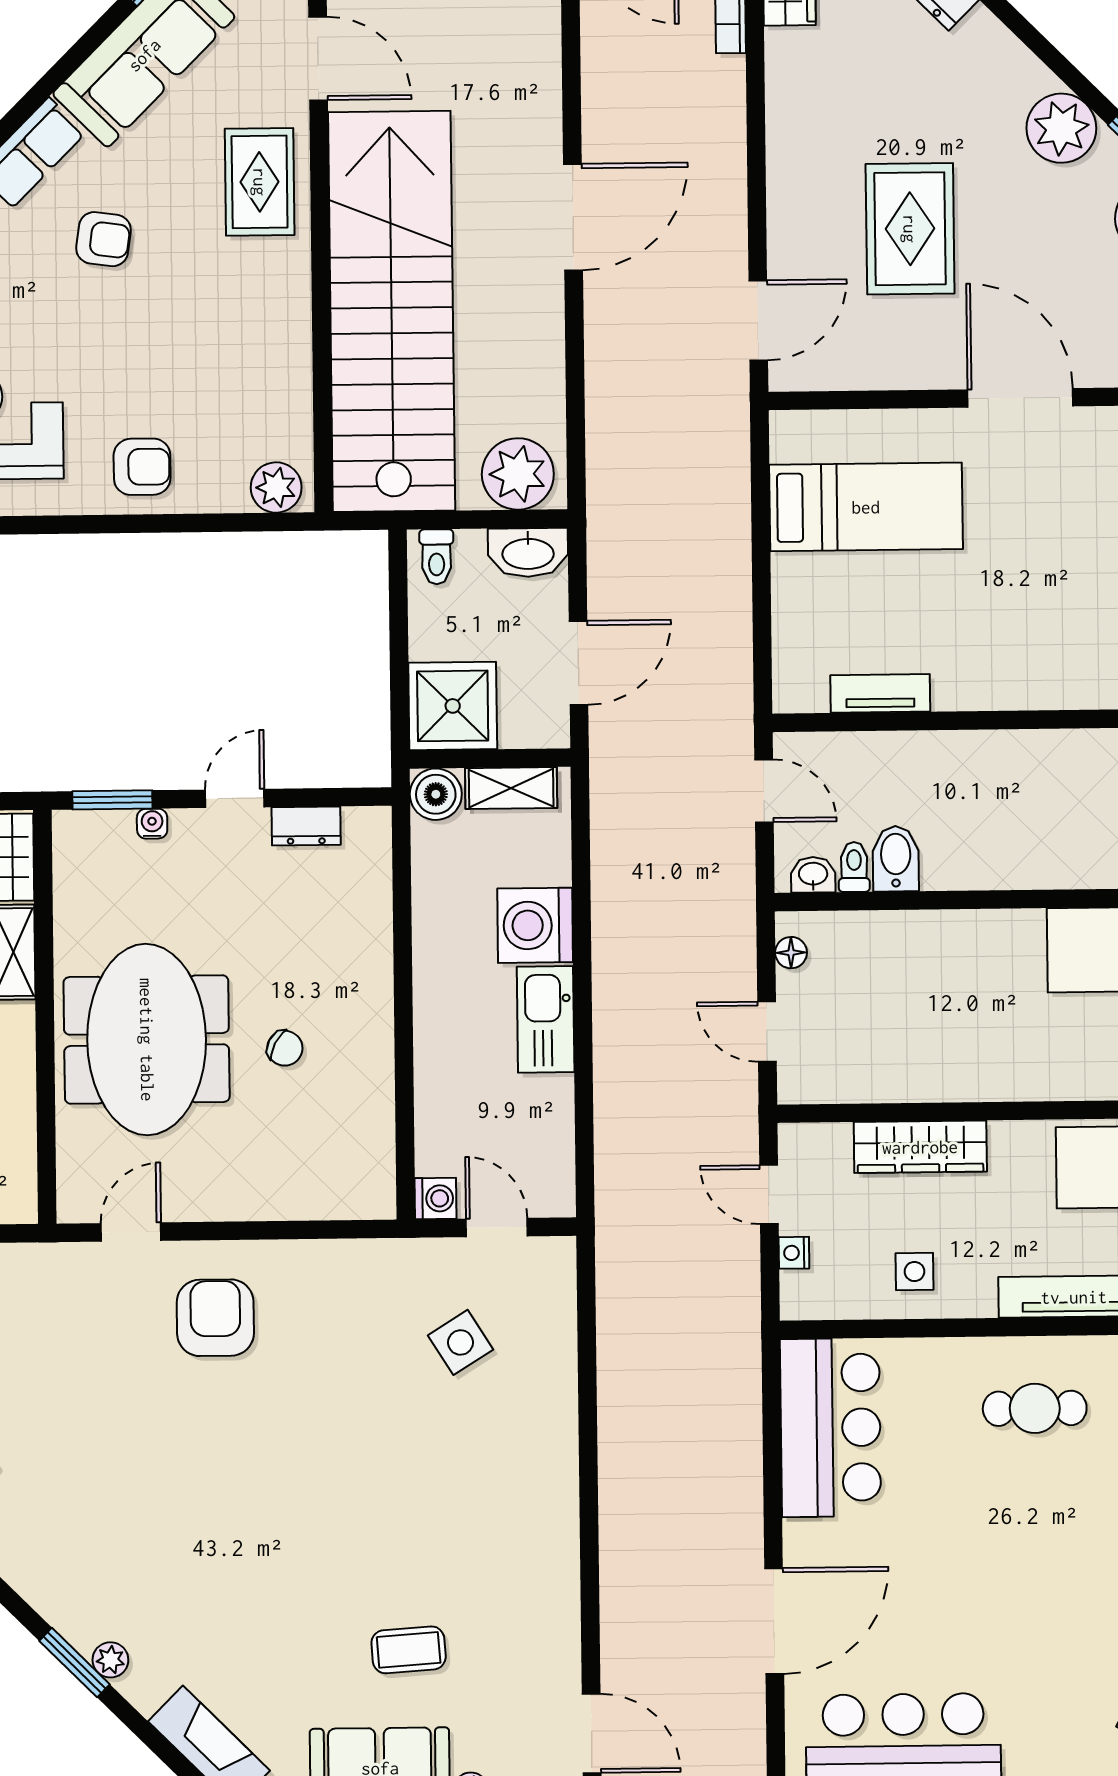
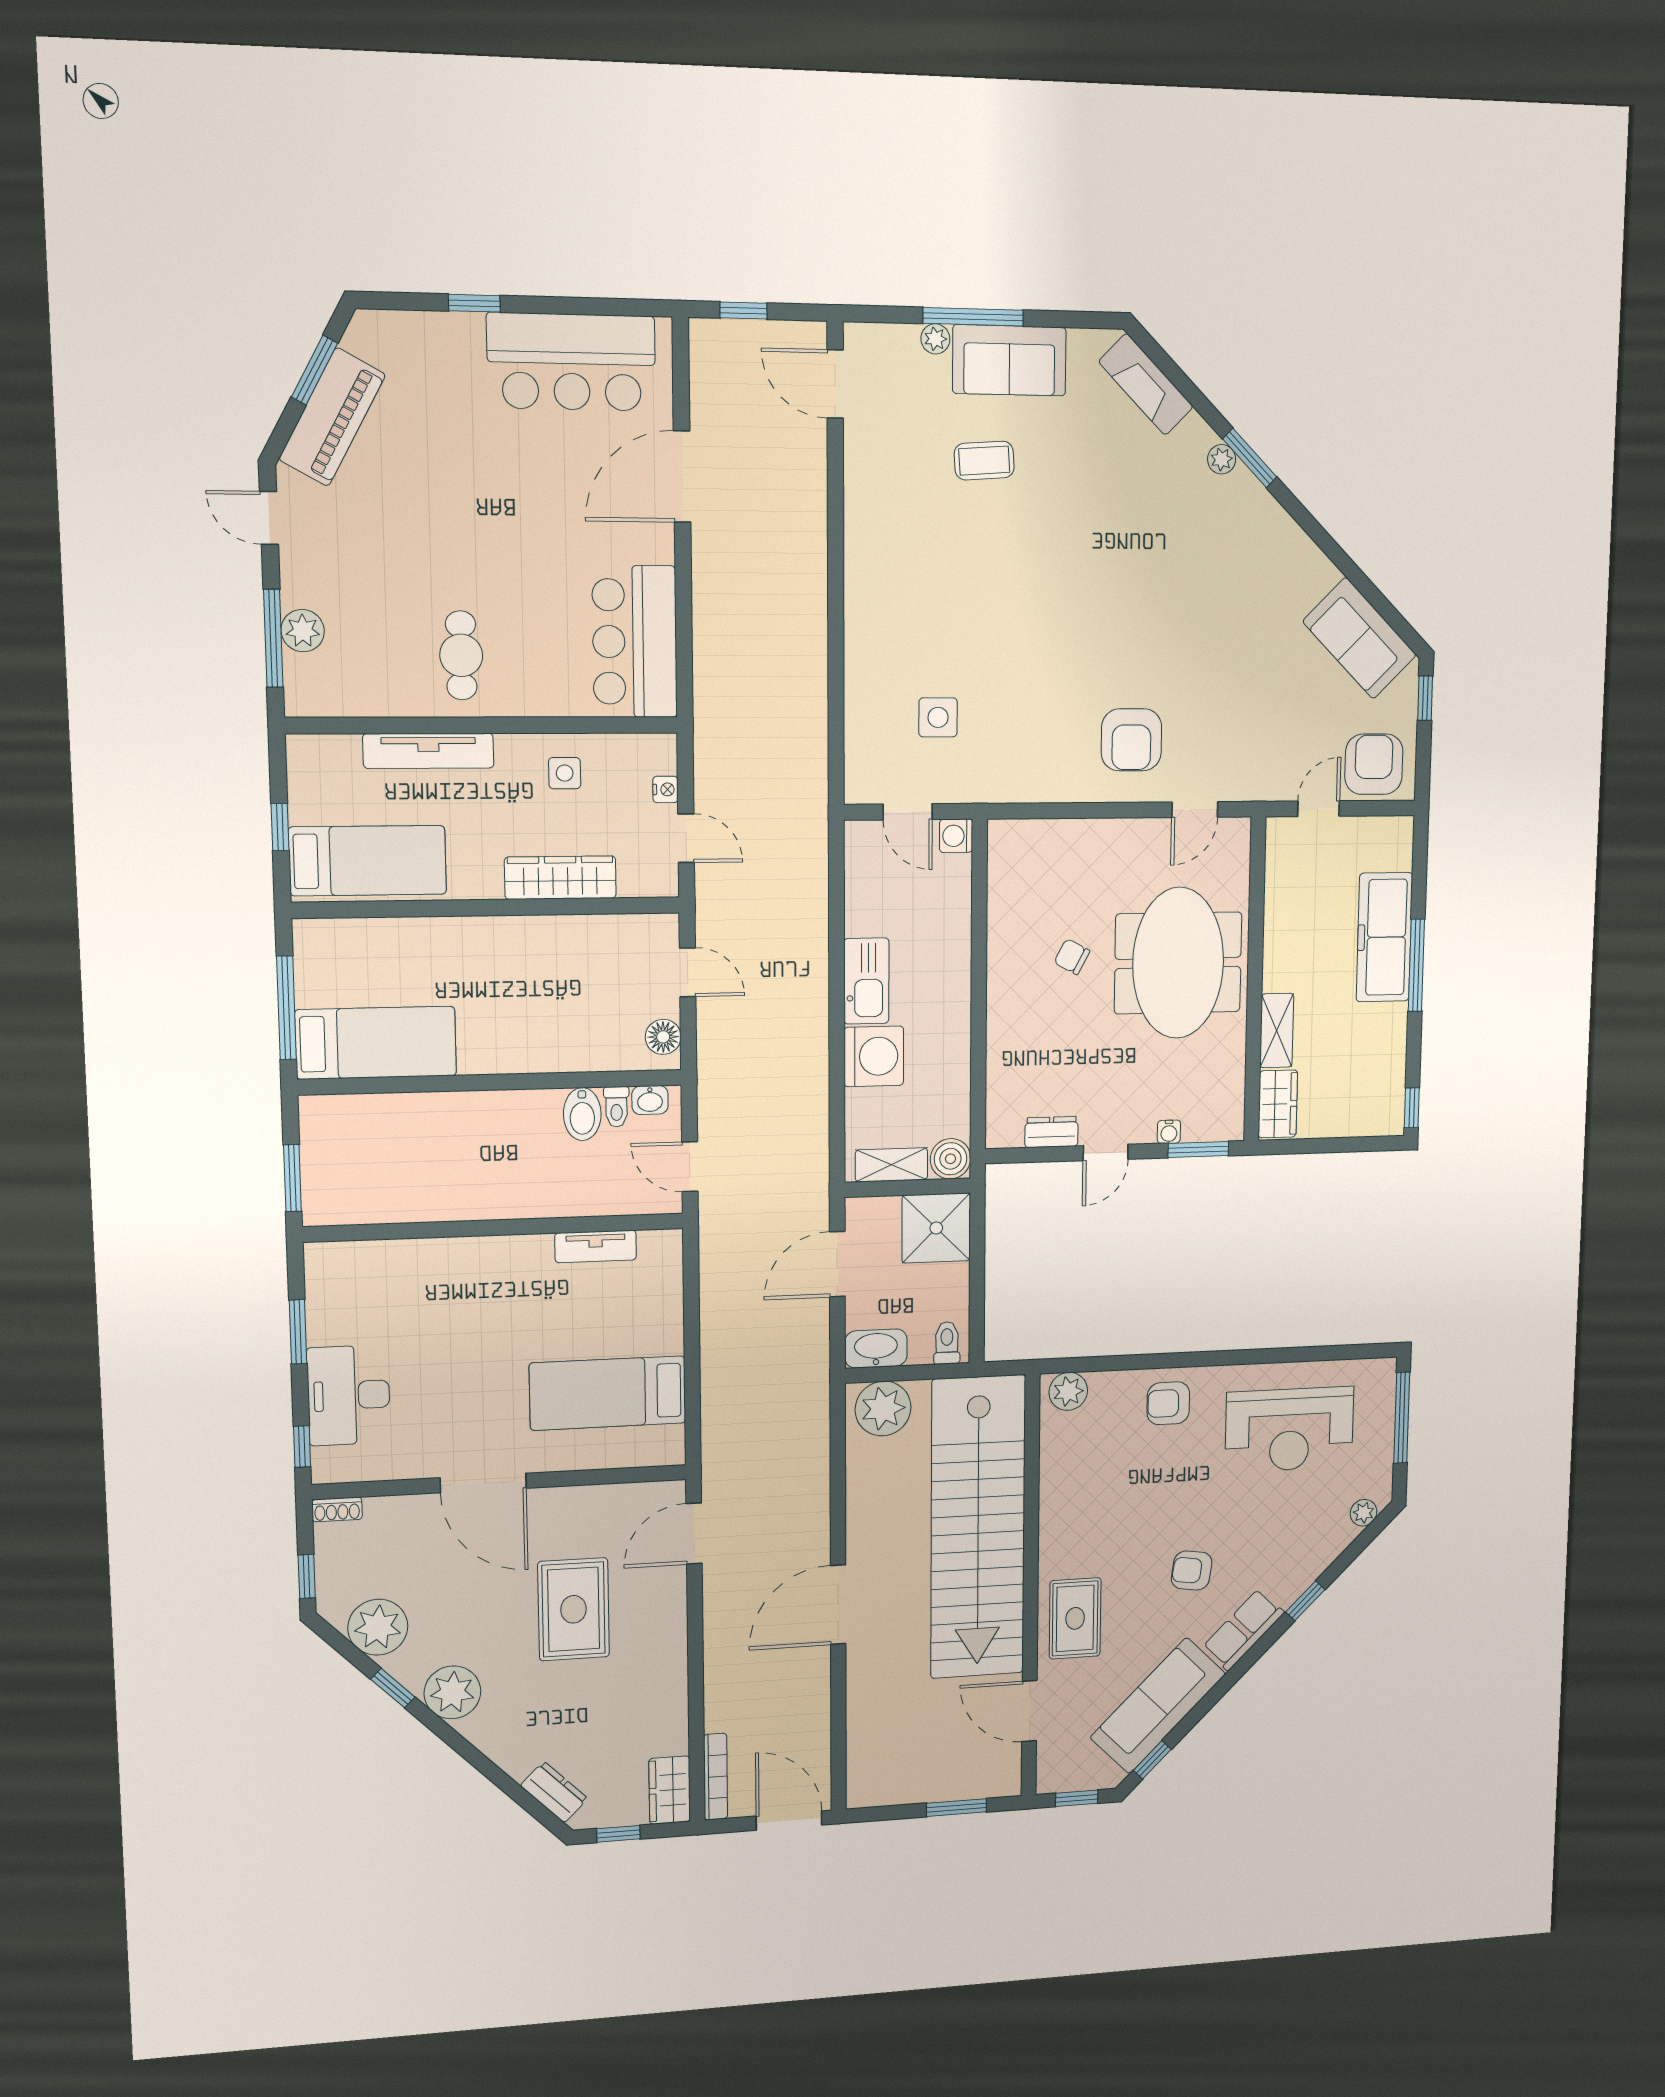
floor lamp: (791, 953) -> (663, 1037), width x1.37, depth x1.37
side table: (461, 1342) -> (938, 717), turned 32
cafe table: (1035, 1408) -> (461, 655), turned 90

